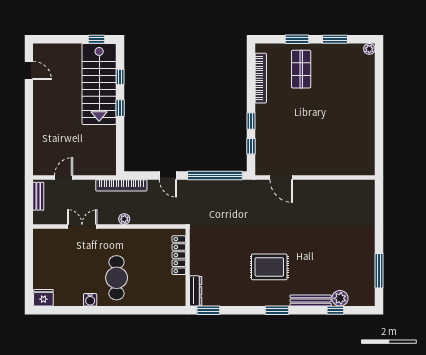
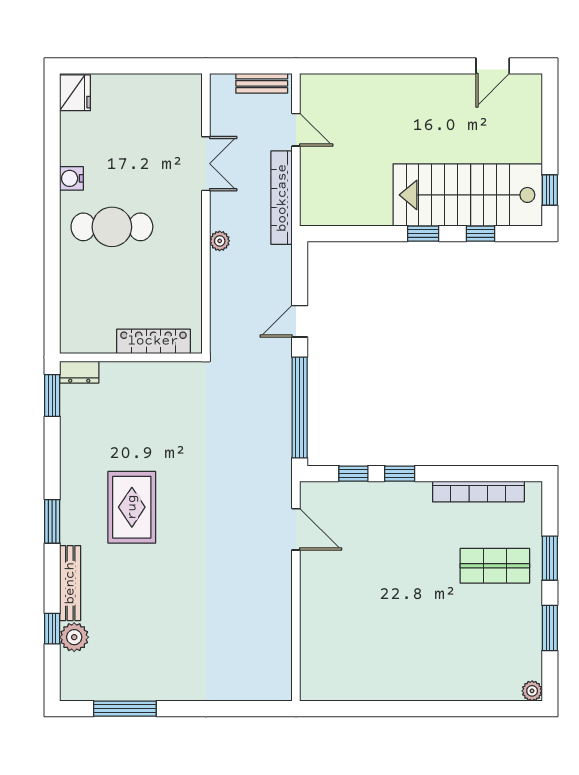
door: (281, 177) -> (296, 529), swing flipped
bookcase: (121, 185) -> (282, 198), moved
dresser: (196, 291) -> (79, 372), width x0.70

